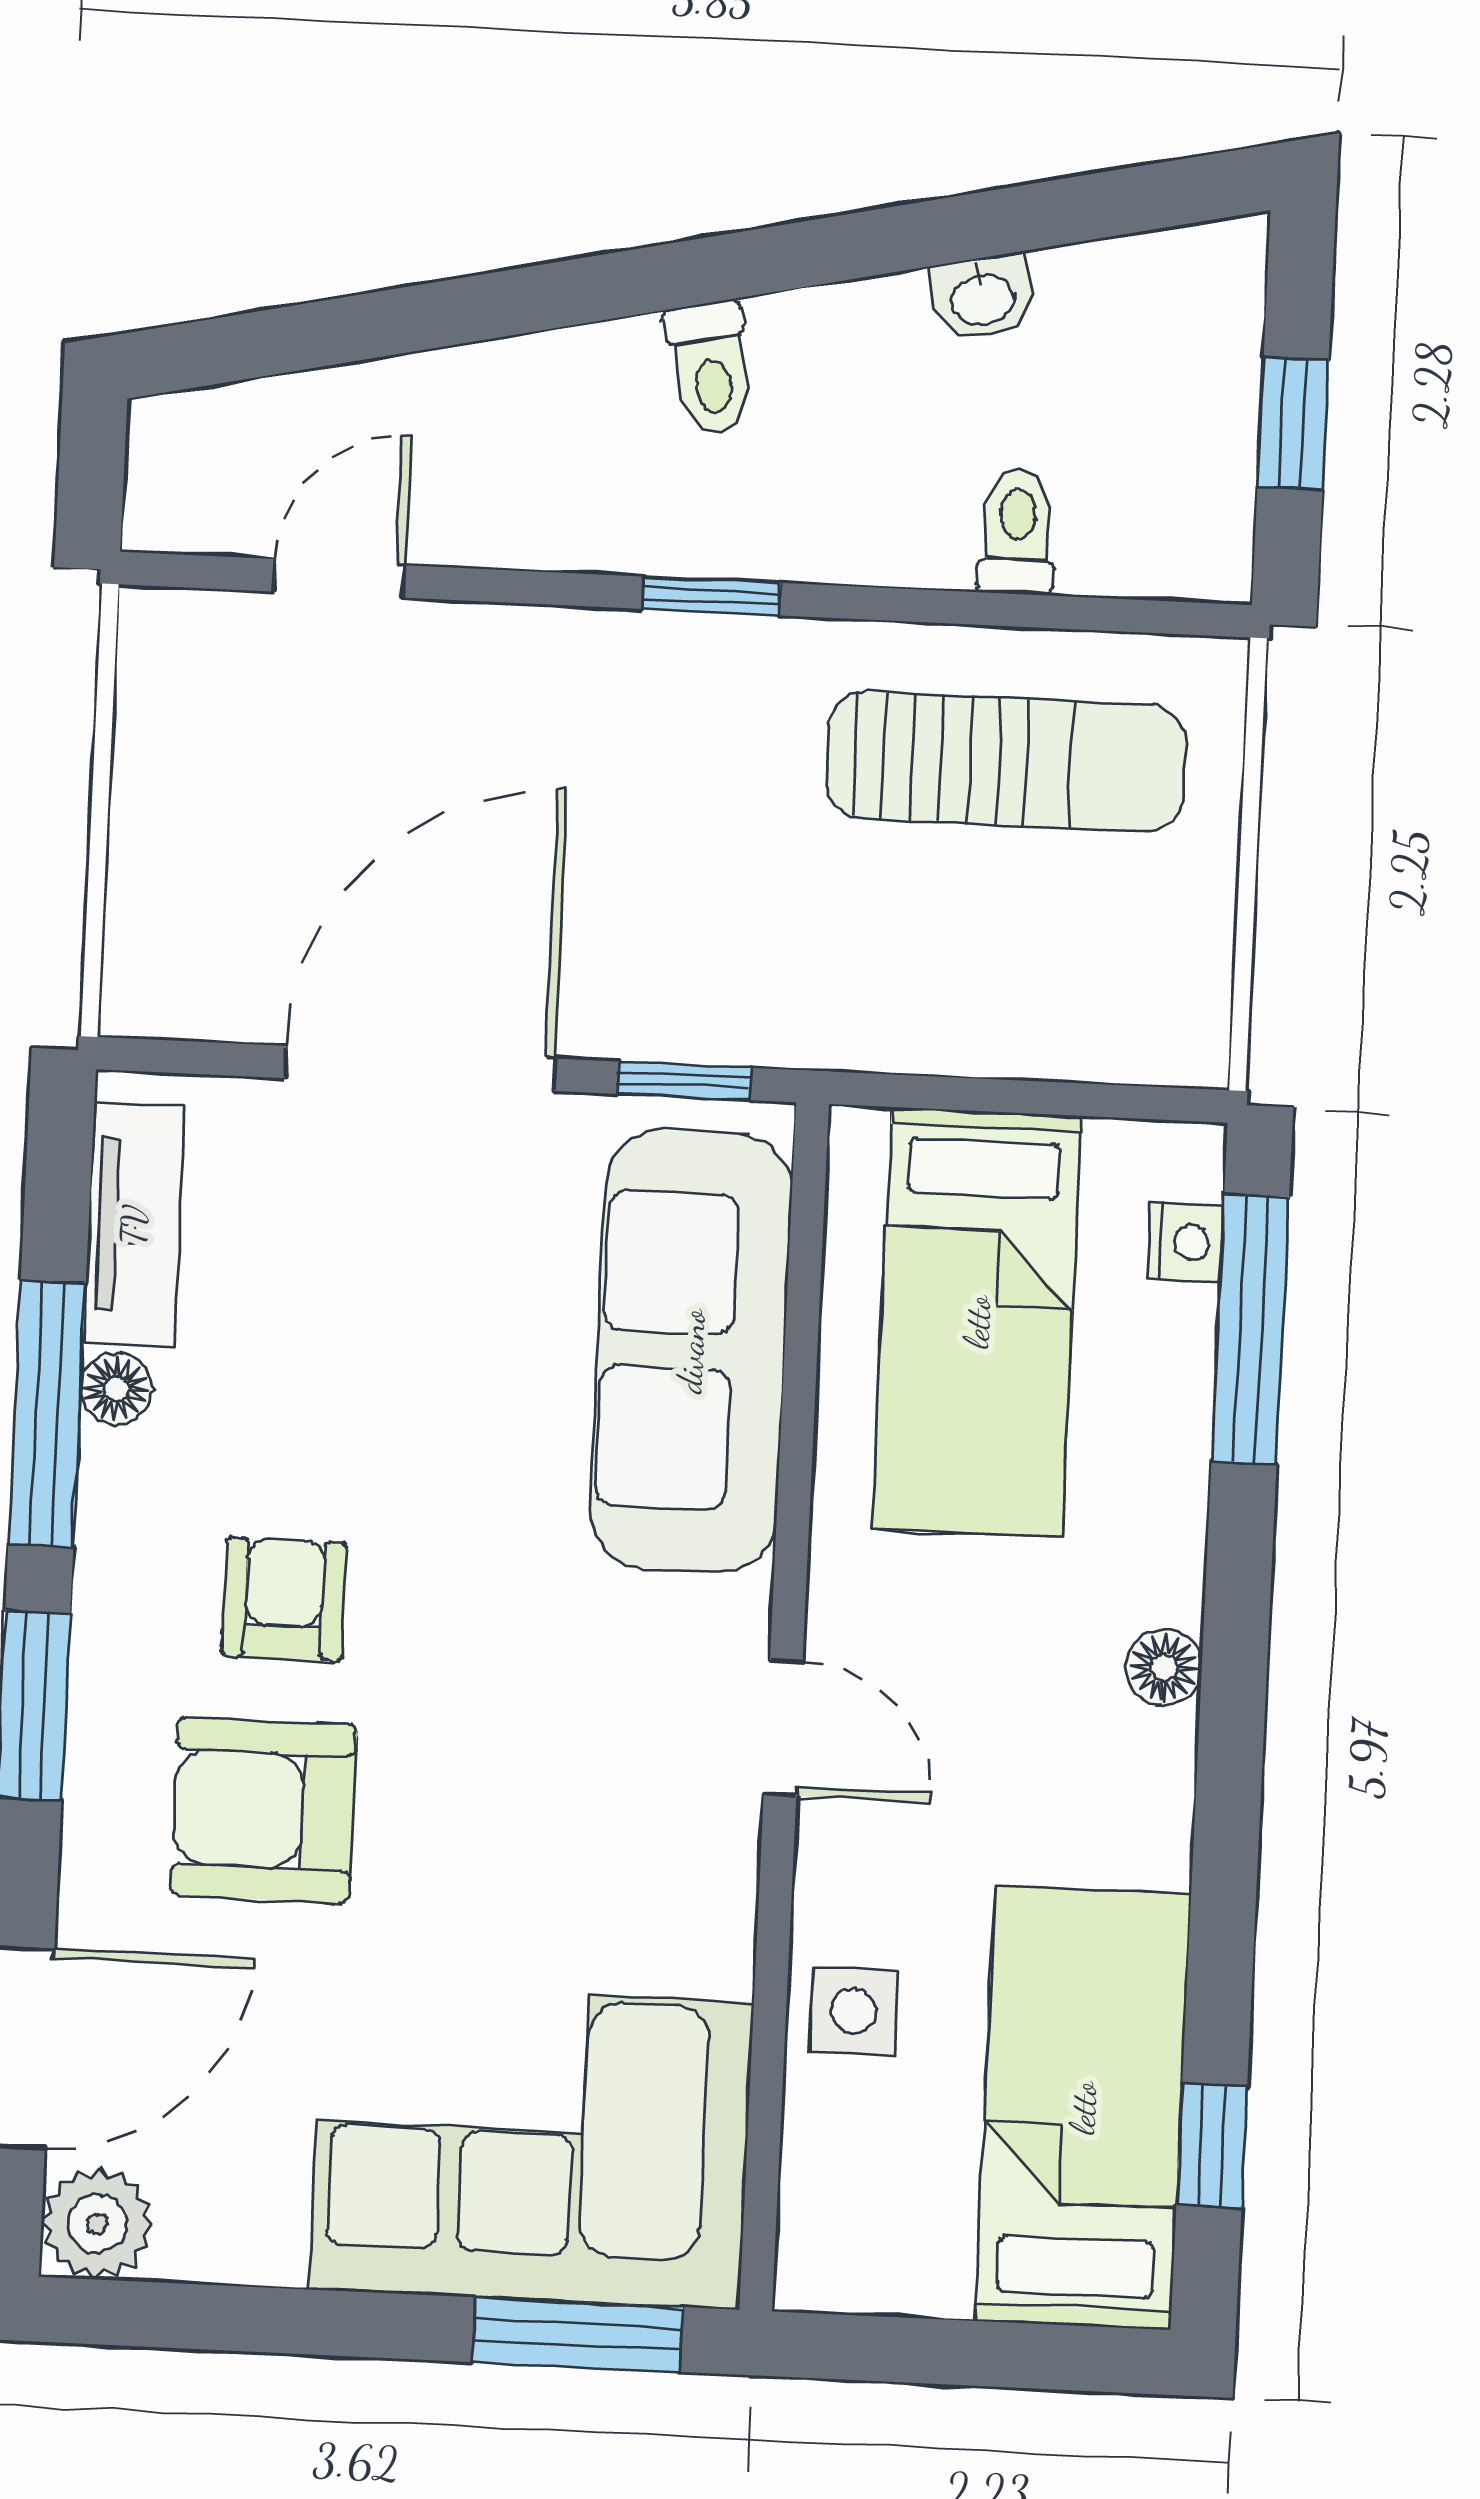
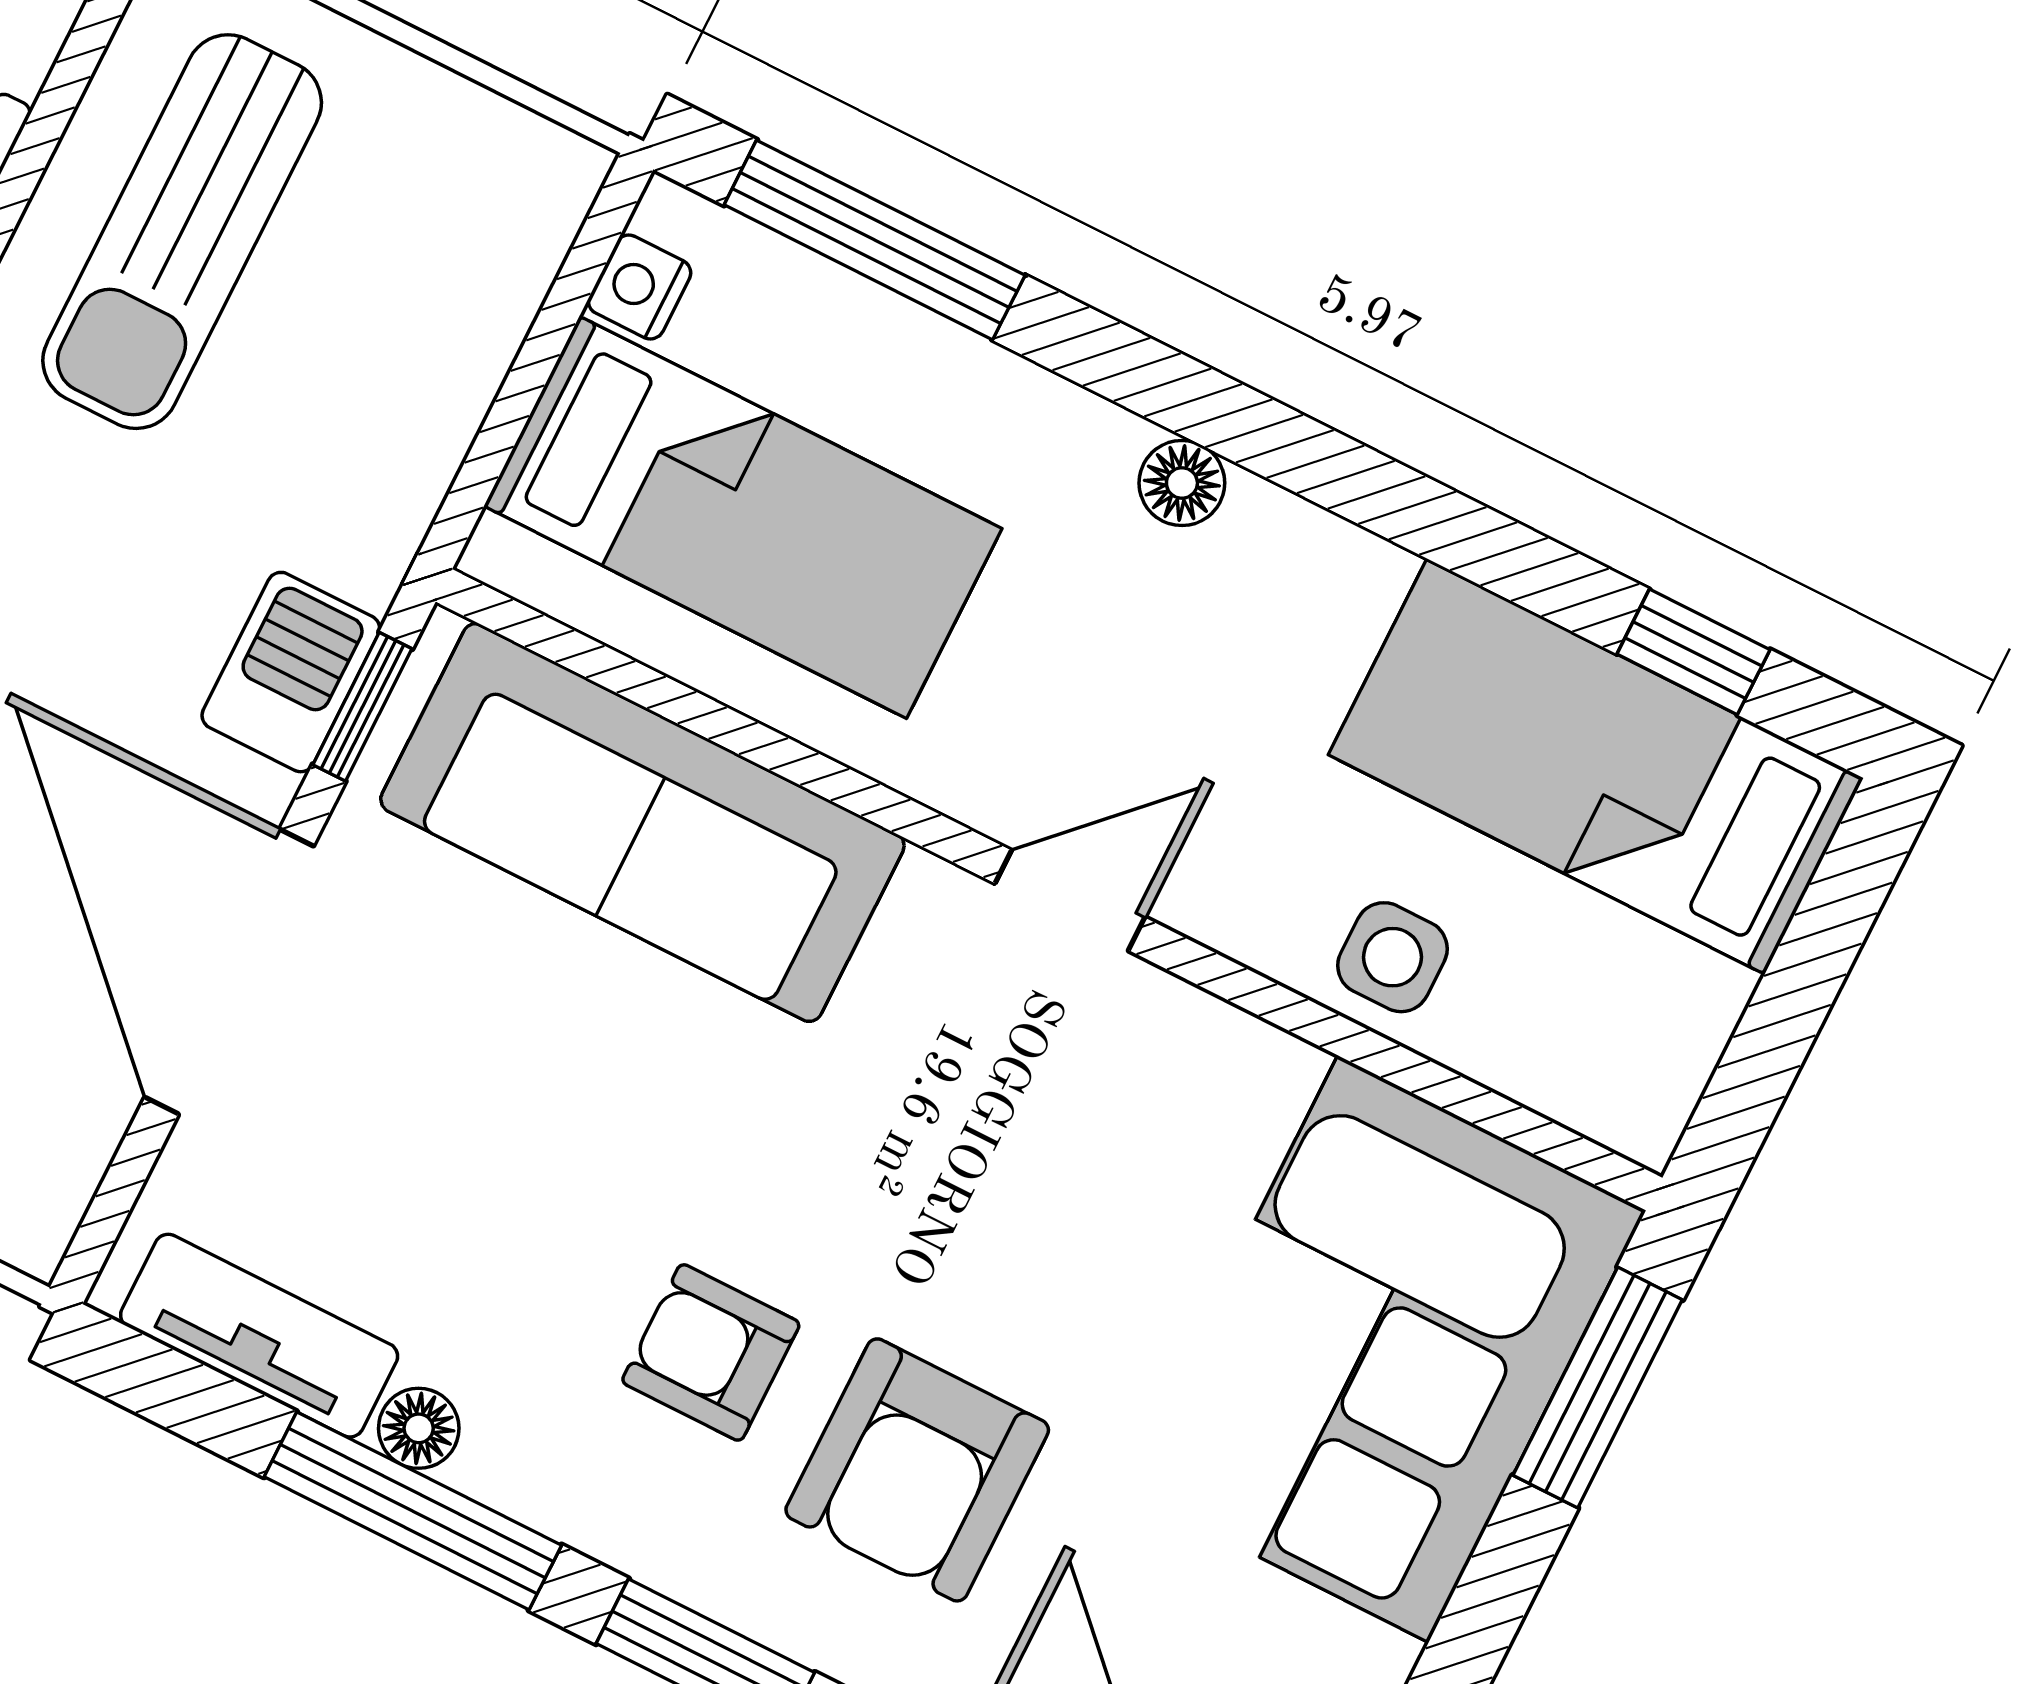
sun lounger: (1006, 762) -> (182, 232), turned 180
barbecue: (686, 1010) -> (291, 672), added
nightstand: (1186, 1242) -> (639, 287), moved, turned -90

